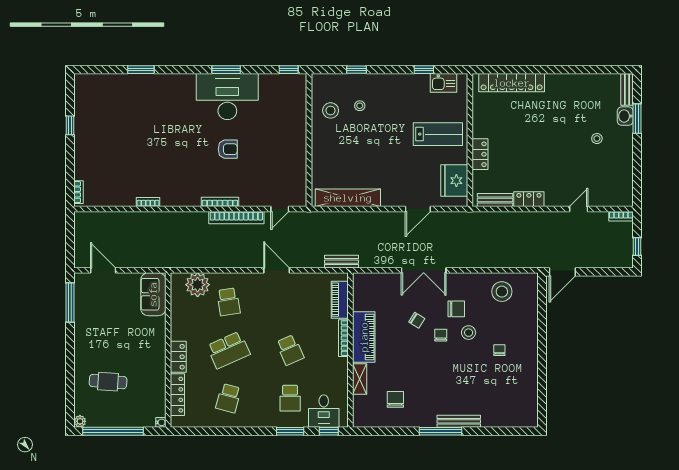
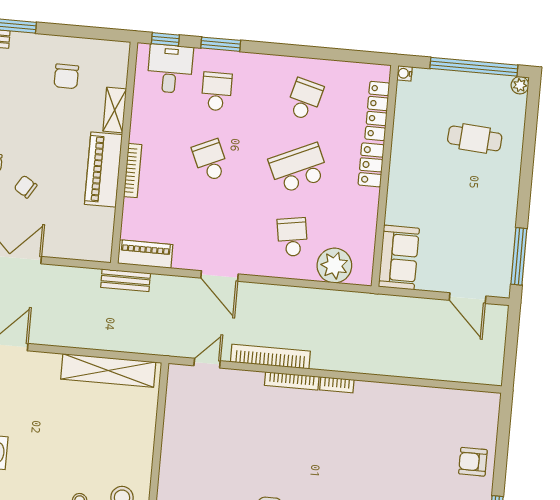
armchair: (228, 149) -> (473, 462), moved
bookcase: (78, 192) -> (493, 413), removed
bookcase: (148, 202) -> (337, 385), moved
piano: (340, 300) -> (145, 254), moved, turned -90

